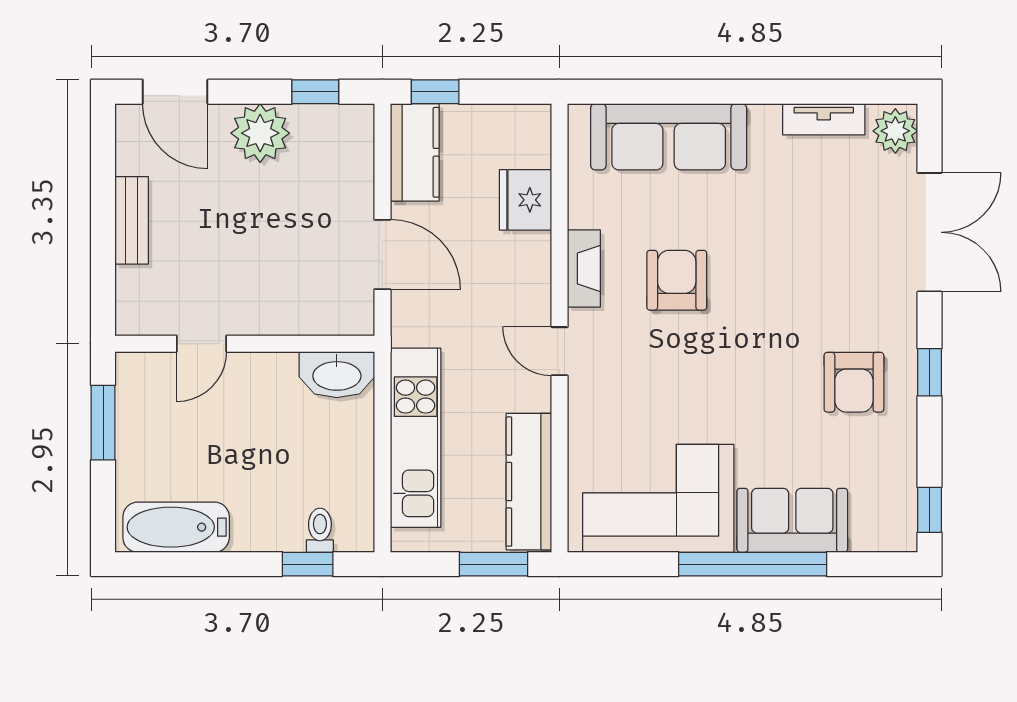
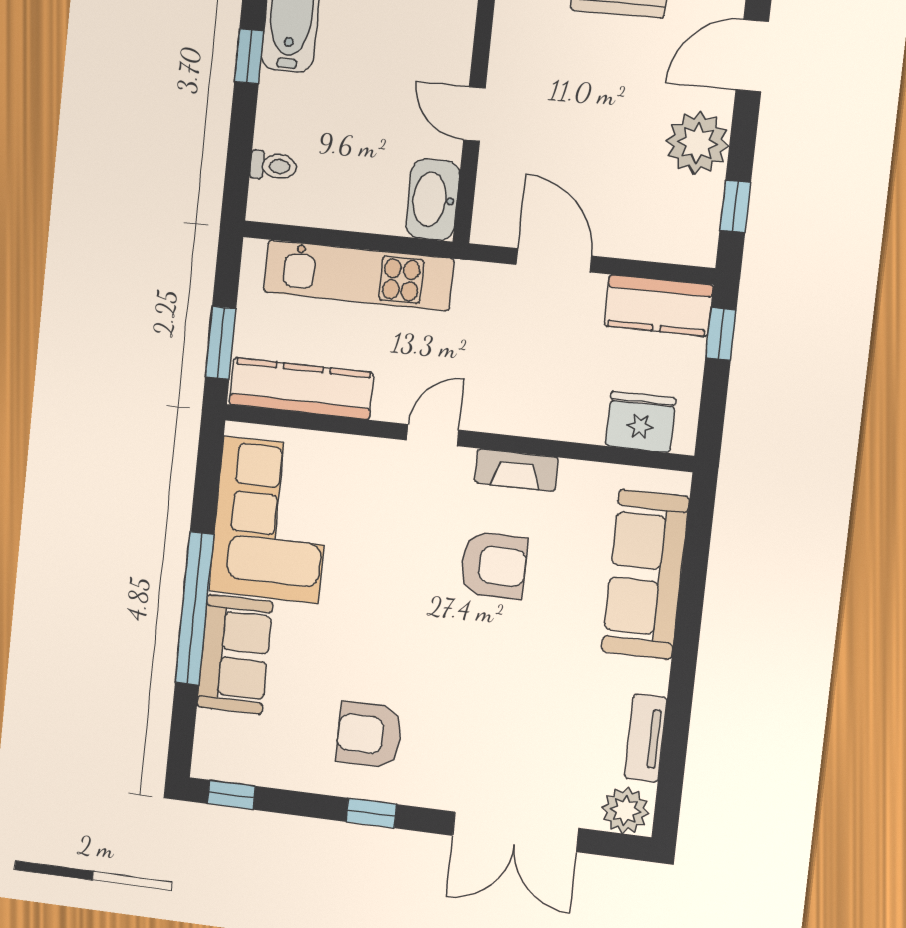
fridge: (526, 200) -> (640, 422), moved
door: (382, 255) -> (554, 260), swing flipped
door: (202, 344) -> (474, 114), moved
window: (308, 564) -> (249, 56), moved

